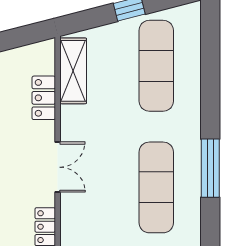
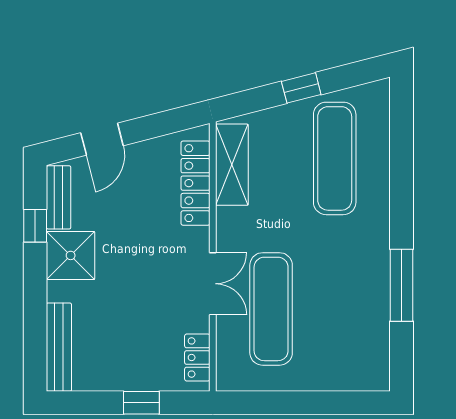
locker: (44, 98) -> (195, 183), width x1.53
exercise mat: (156, 187) -> (271, 309), moved

